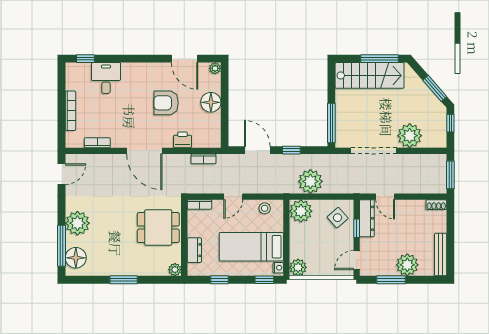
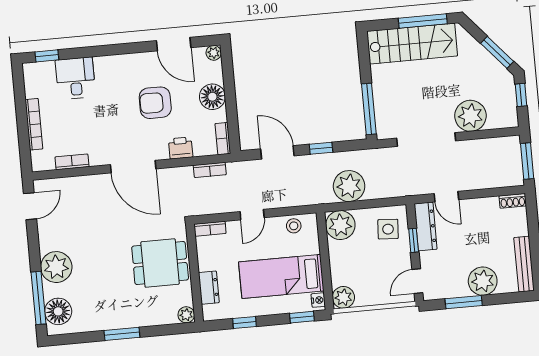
bookcase: (216, 136) -> (223, 139), added
side table: (338, 218) -> (388, 229), turned 45

